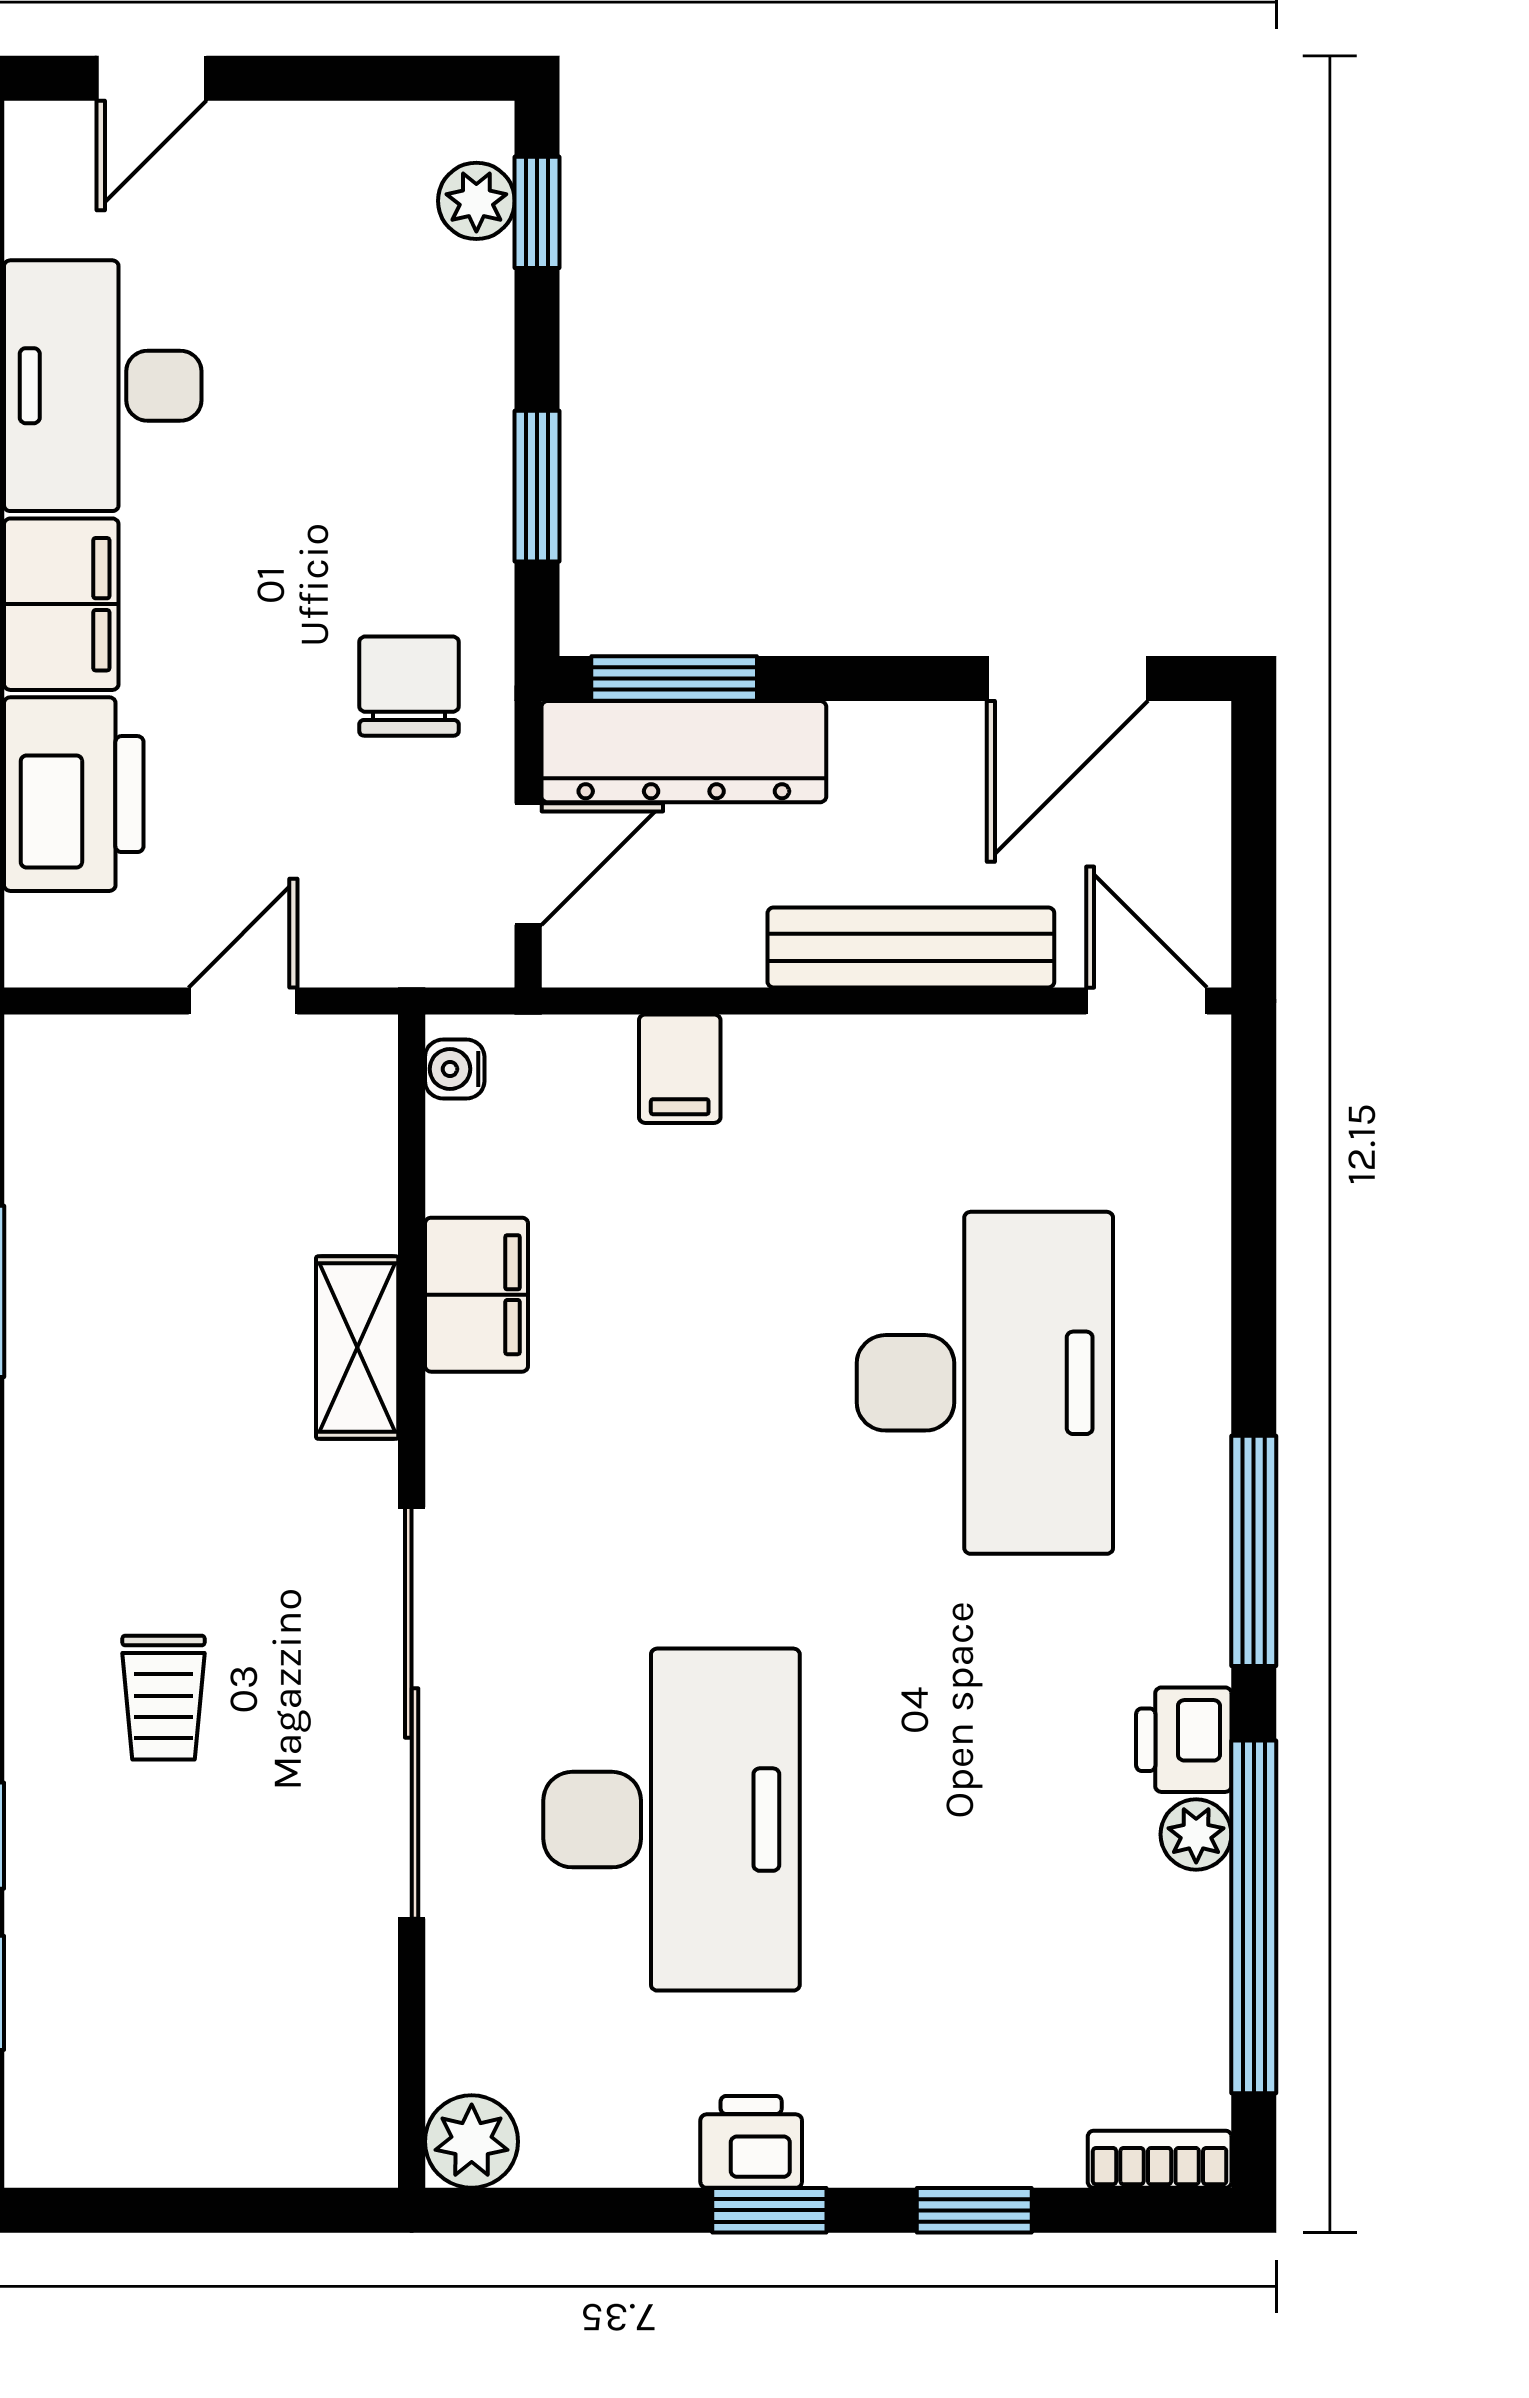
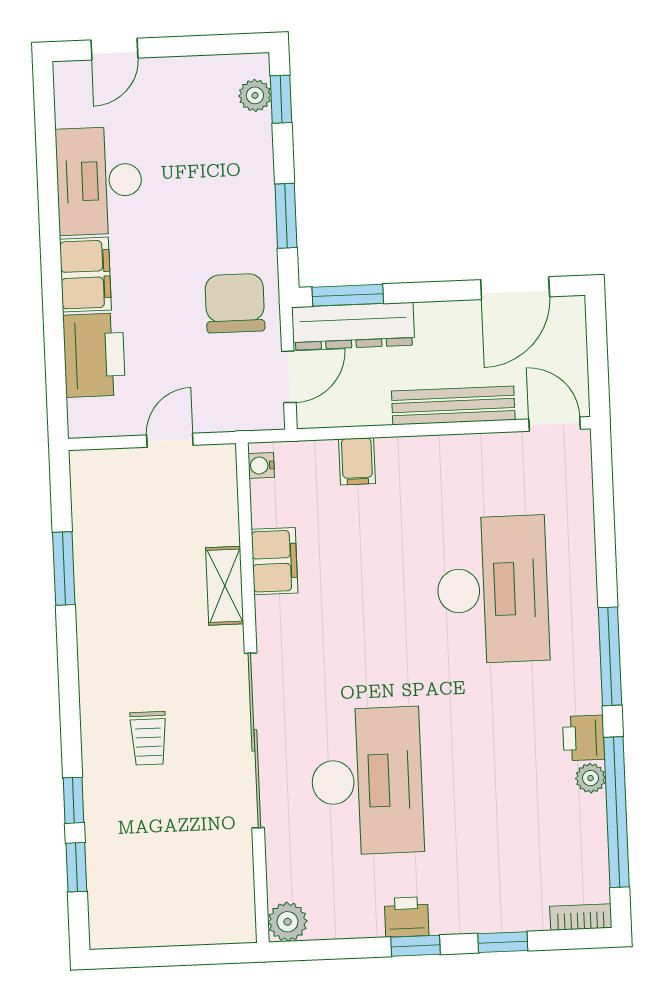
chair: (409, 686) -> (235, 303), width x1.37, depth x1.37

